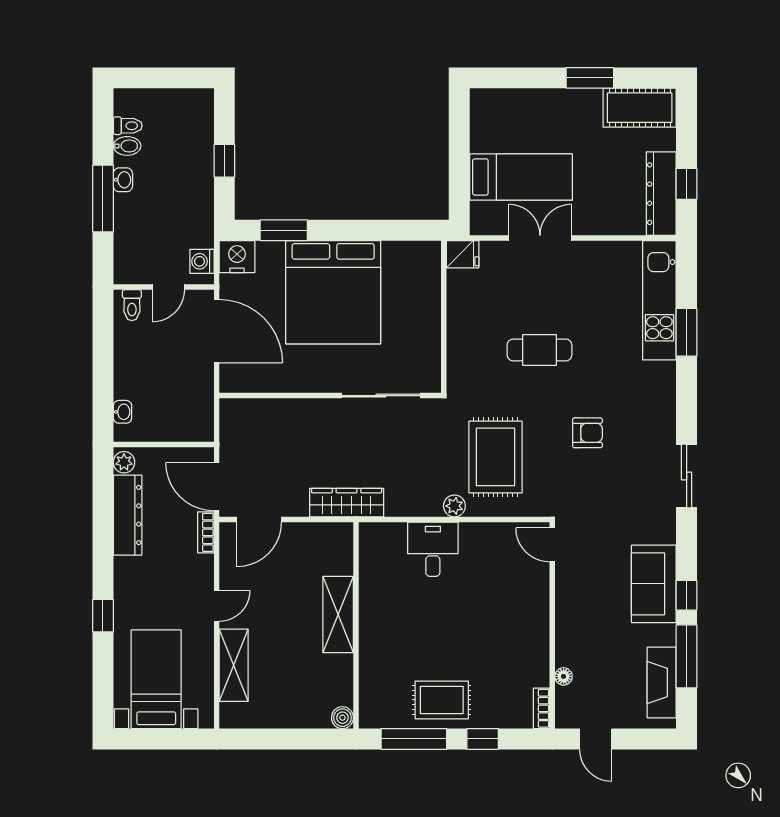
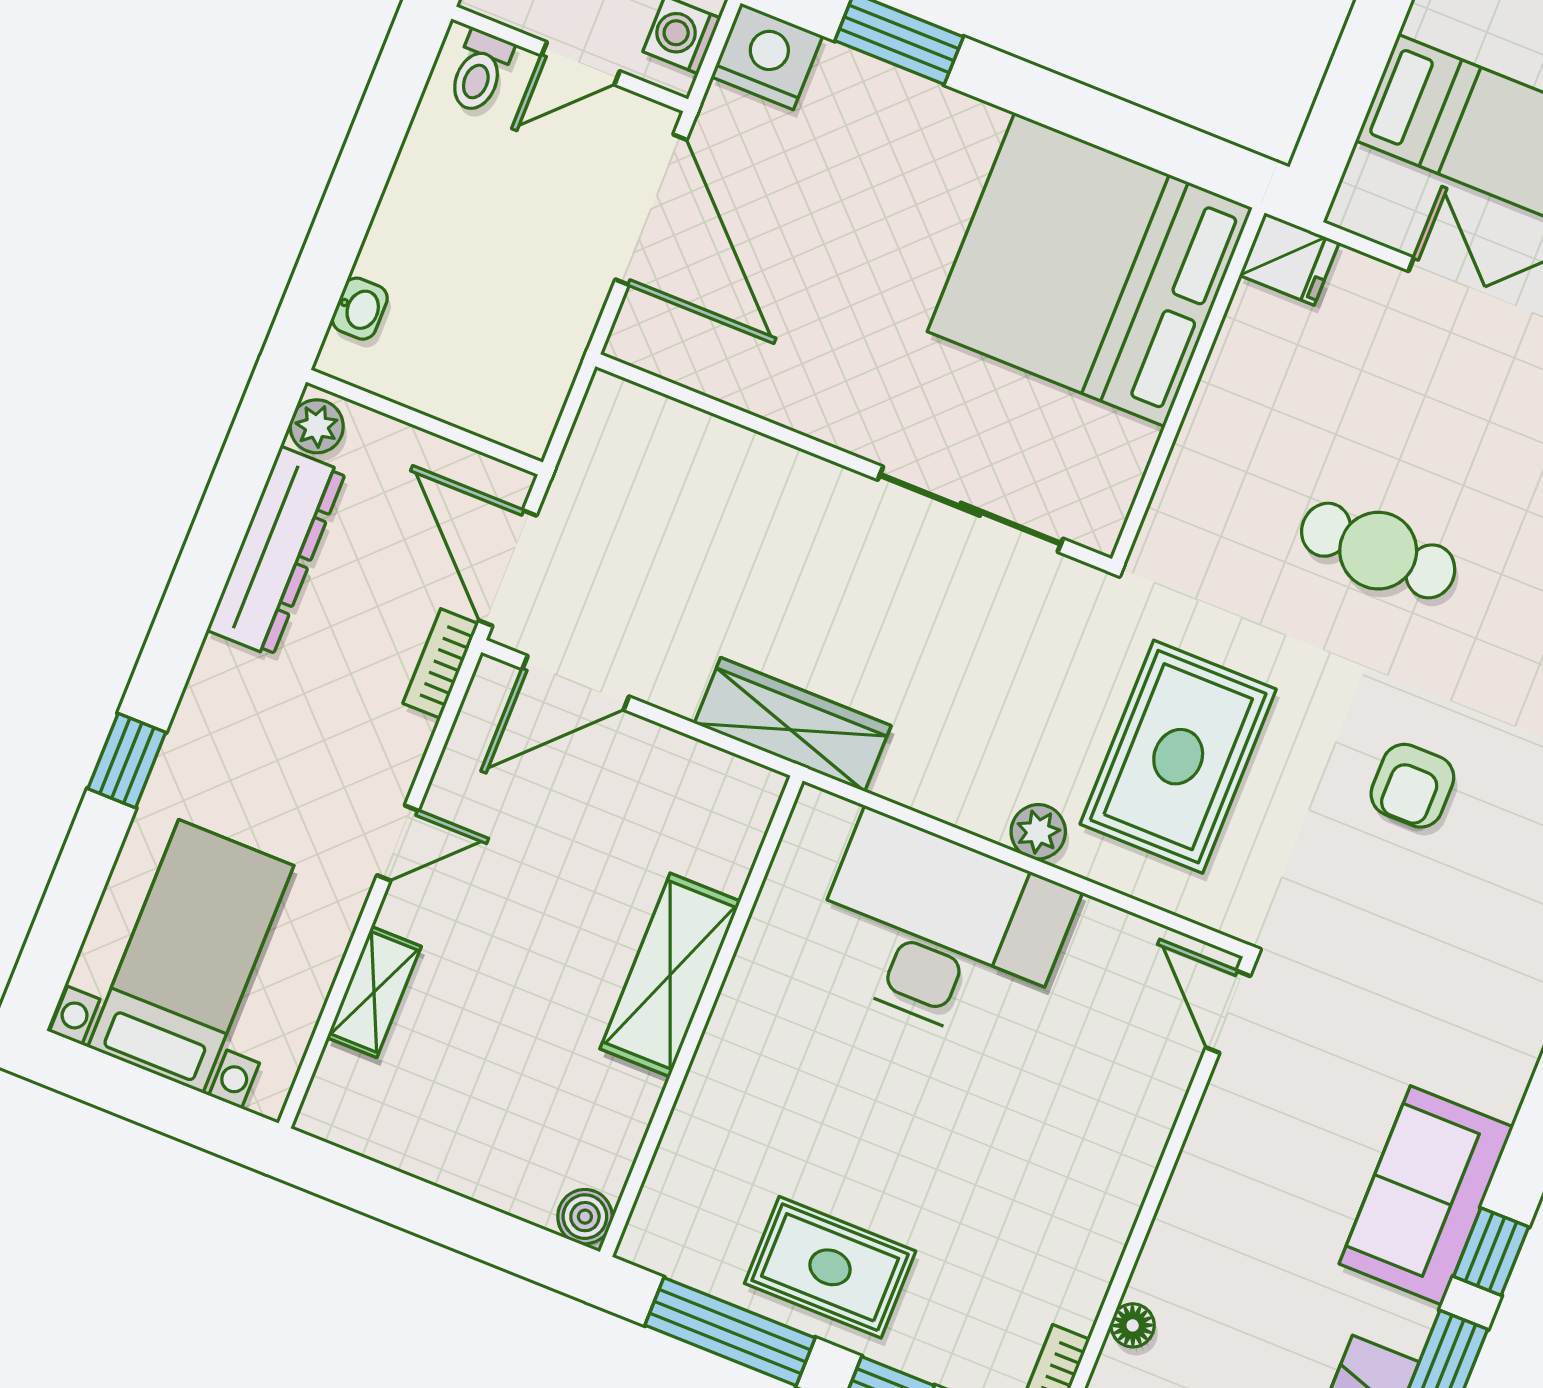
bed: (333, 292) -> (1090, 270), moved, turned 90
armchair: (587, 433) -> (1412, 786), turned 90
desk: (433, 549) -> (941, 931), width x1.87, depth x1.30
shelving: (234, 665) -> (374, 992), width x0.67, depth x0.75

